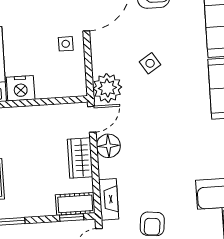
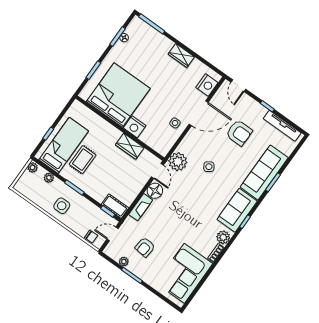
door: (92, 119) -> (157, 171), hinge flipped
wardrobe: (80, 158) -> (130, 146), moved, turned -90
fireplace: (109, 199) -> (141, 207), moved

